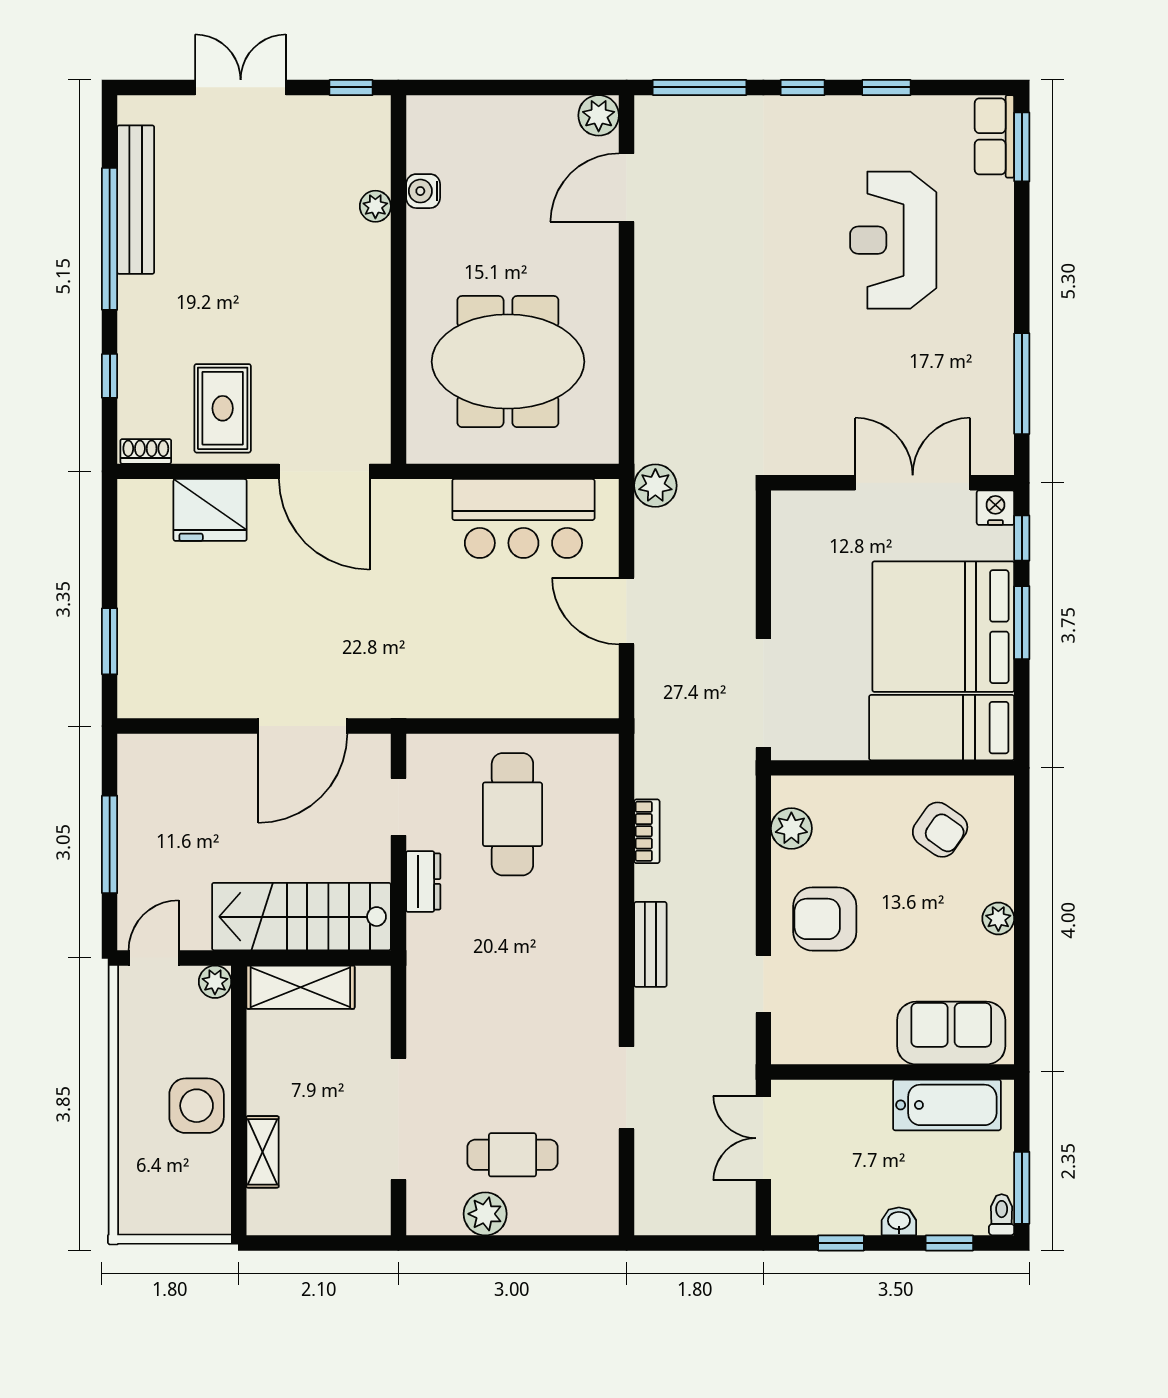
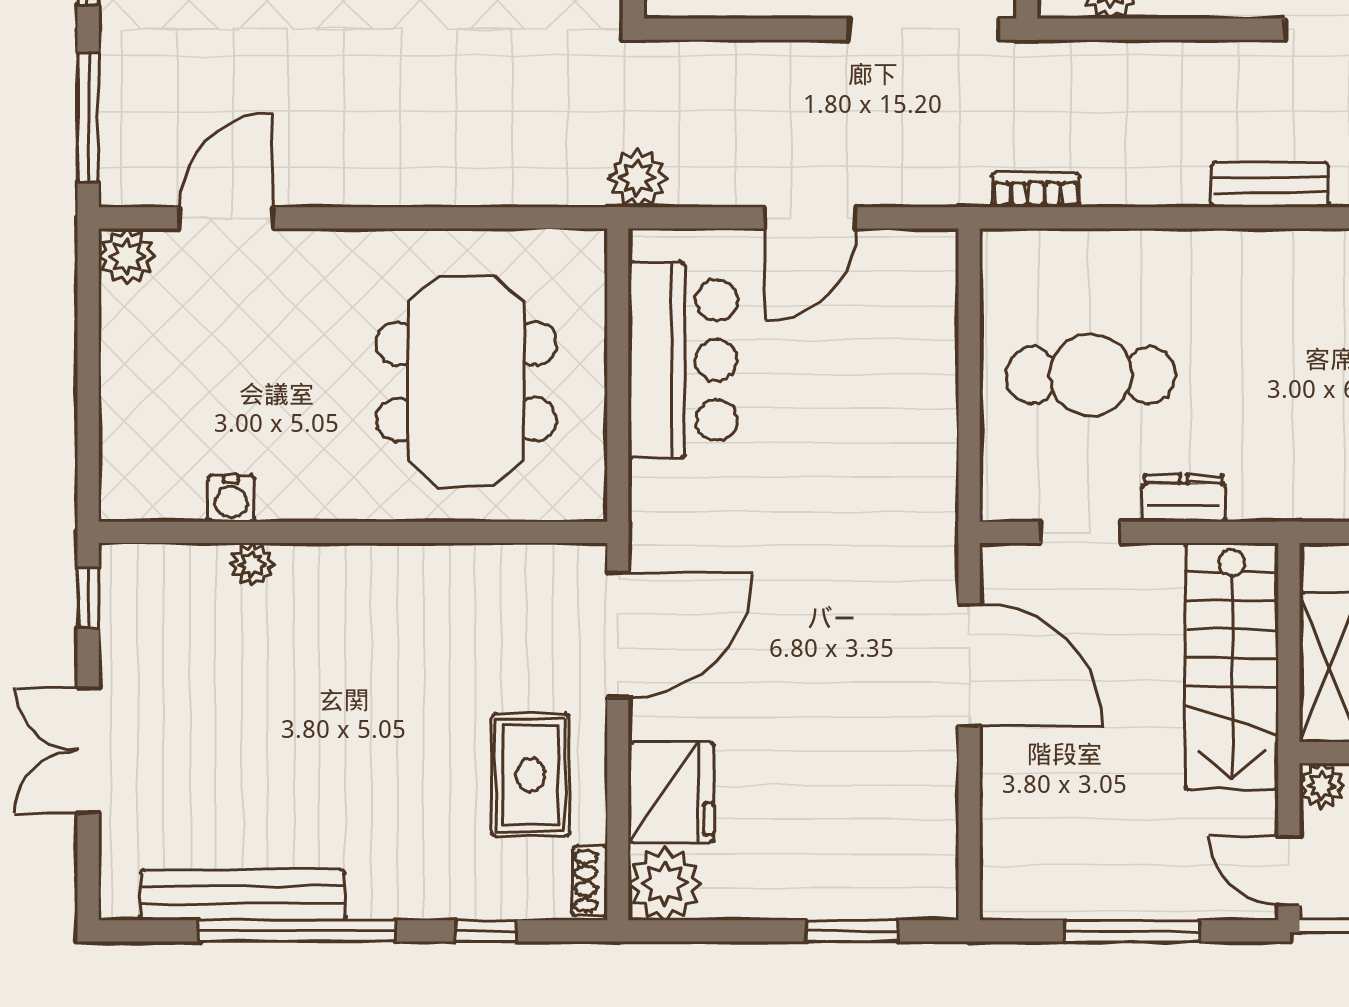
door: (627, 188) -> (226, 218), swing flipped
rug: (223, 408) -> (531, 775), turned 90
plant: (144, 506) -> (665, 884), added
bookcase: (647, 831) -> (1036, 190), moved

